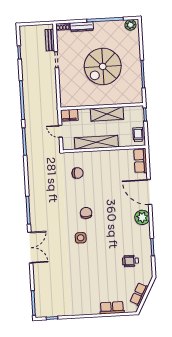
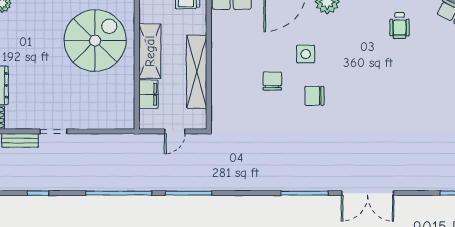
spiral stairs: (103, 66) -> (95, 40), moved, turned -90
filing cabinet: (69, 115) -> (148, 94), moved
chair: (78, 173) -> (272, 81), moved
side table: (81, 238) -> (306, 54), moved
double door: (30, 248) -> (368, 193), swing flipped

